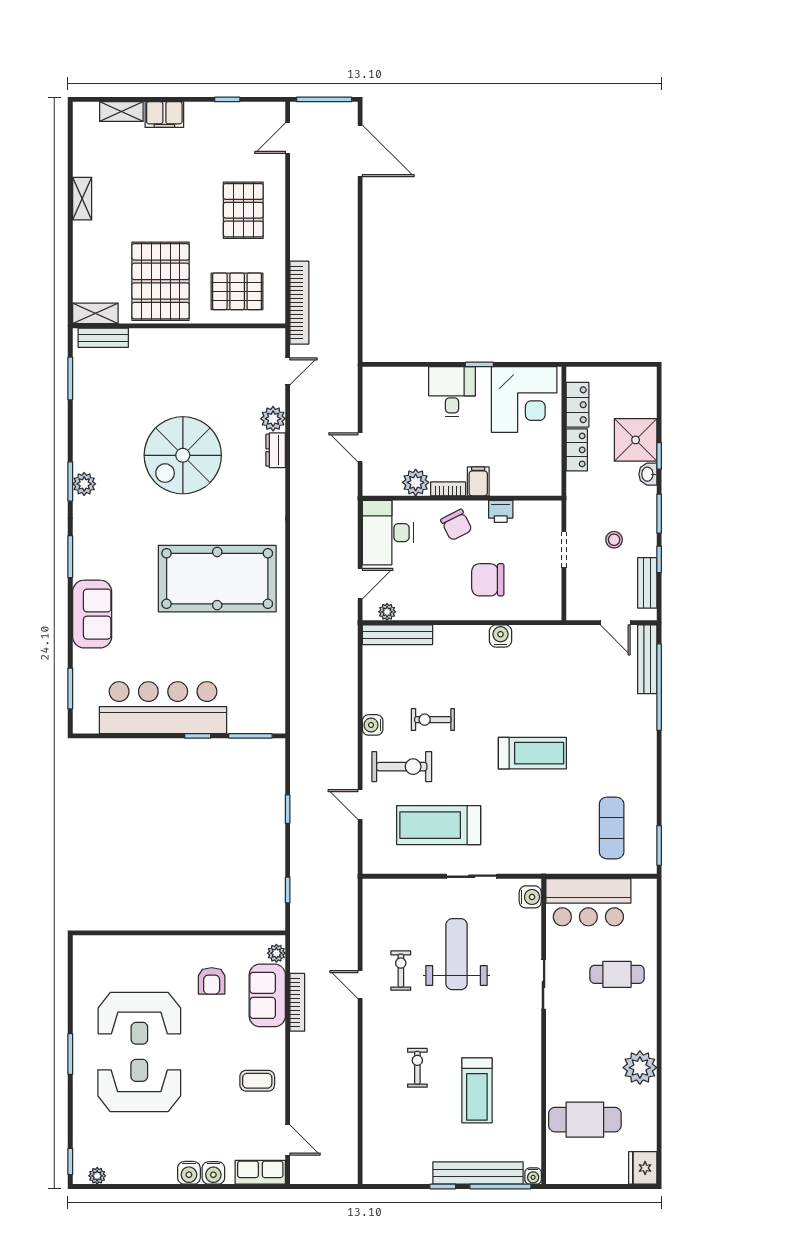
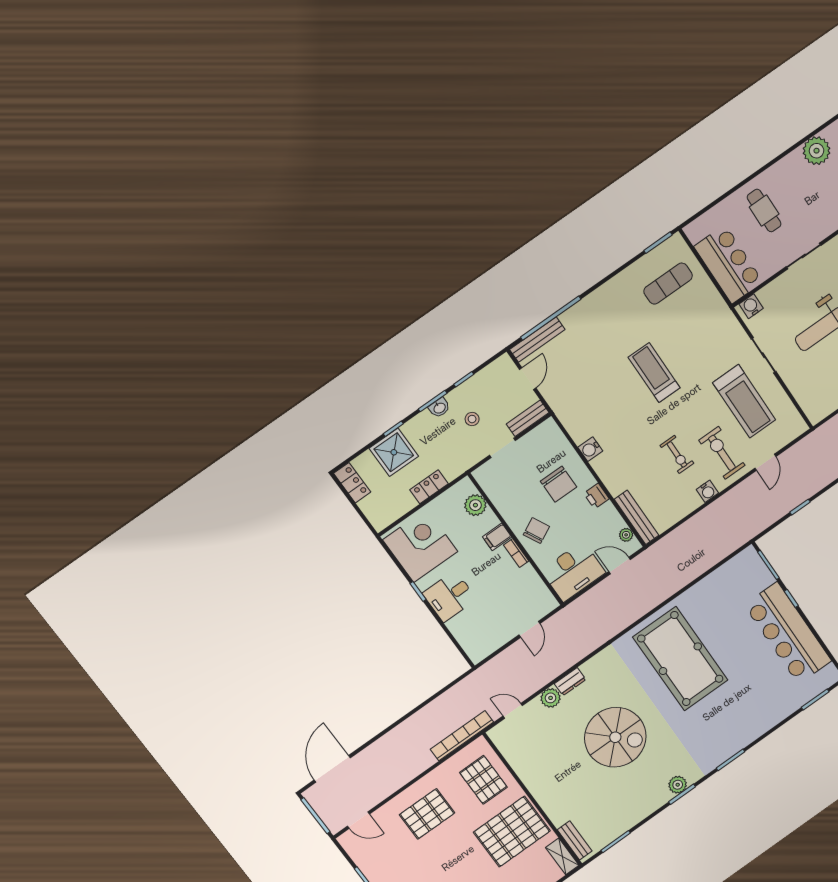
locker: (578, 405) -> (352, 483), moved, turned 90
washbasin: (648, 474) -> (439, 408), moved
plant: (416, 482) -> (475, 505), moved
printer: (501, 511) -> (596, 496), moved, turned 180
bench: (647, 583) -> (528, 418), moved
sofa: (92, 614) -> (758, 720), removed

